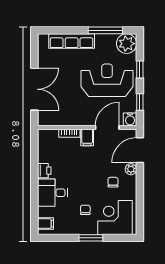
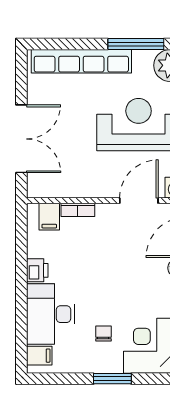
row of seats: (72, 41) -> (81, 61), width x1.36
filing cabinet: (87, 137) -> (49, 217), moved
chair: (113, 182) -> (148, 289), removed
desk: (52, 193) -> (51, 314), width x1.37

